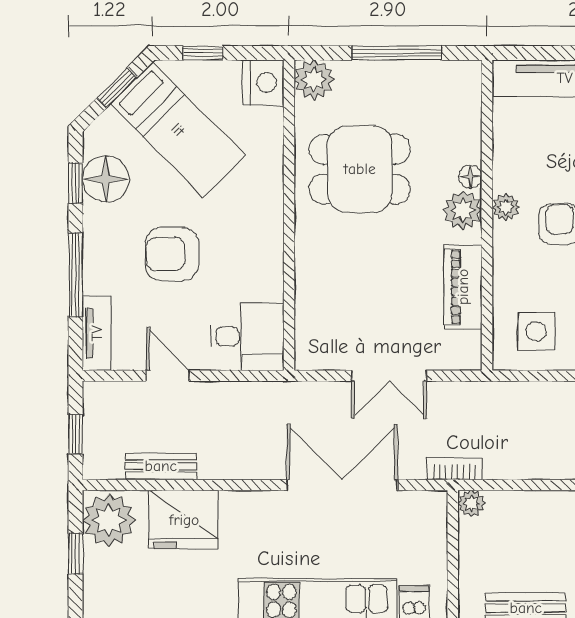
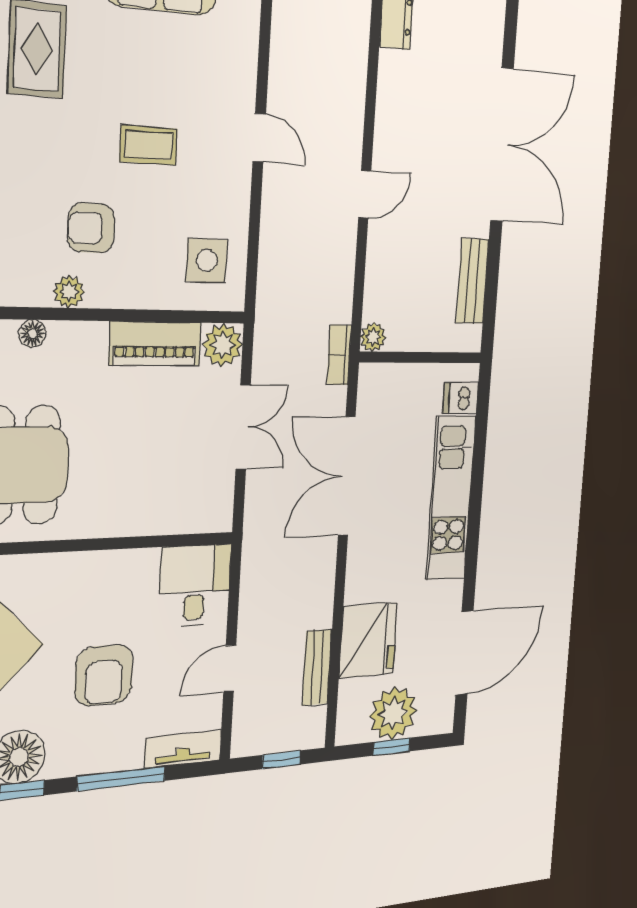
plant: (463, 210) -> (223, 345), moved
plant: (109, 520) -> (393, 713), moved

